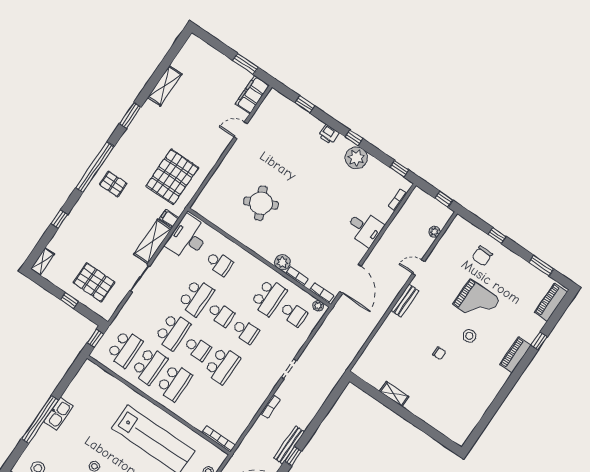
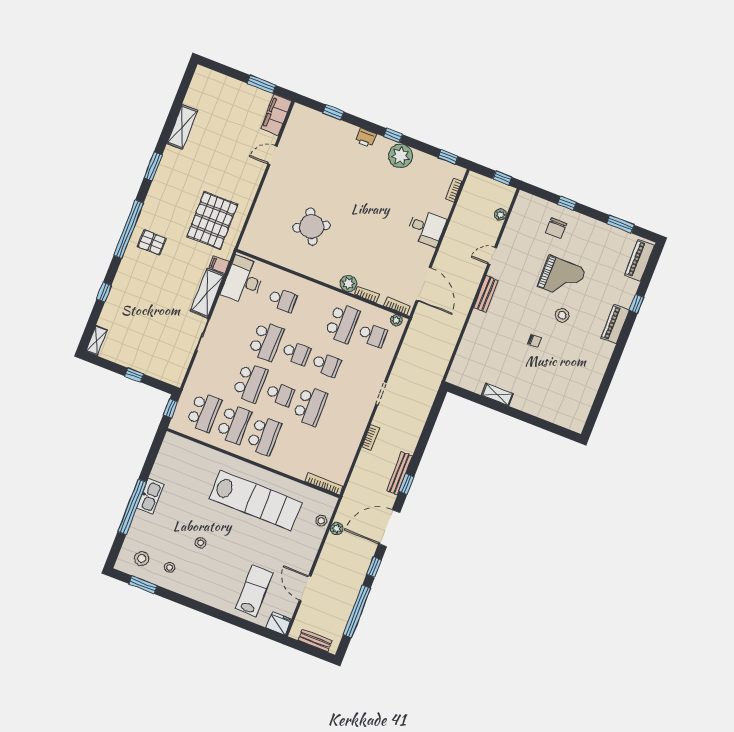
pallet: (94, 282) -> (156, 350), removed

